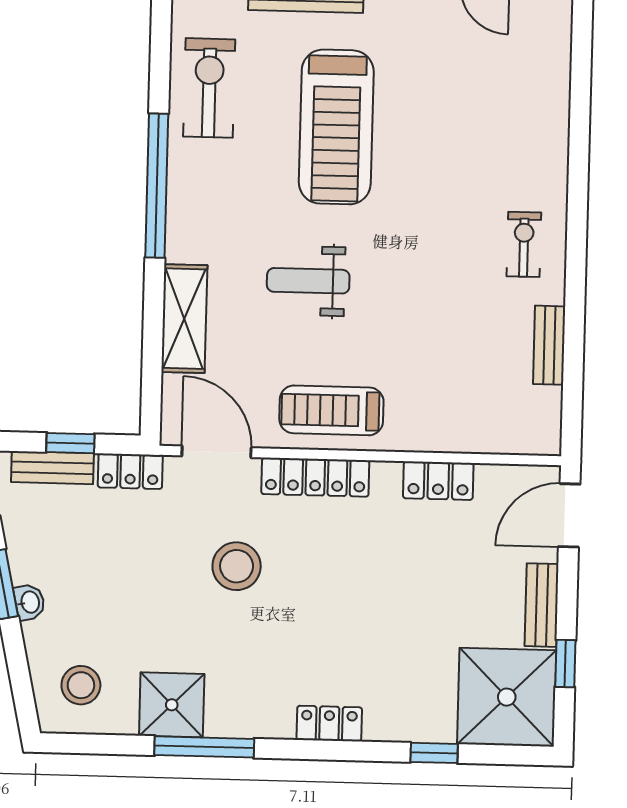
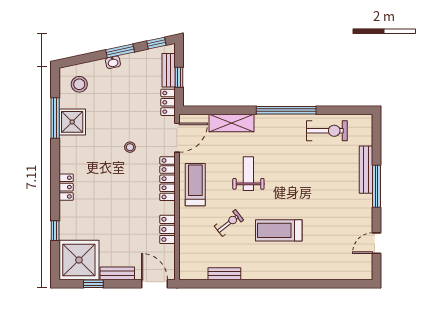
treadmill: (336, 127) -> (279, 230), moved, width x0.73, depth x0.73
exercise bike: (524, 244) -> (229, 223), moved, turned -38
stool: (237, 566) -> (130, 147), width x0.53, depth x0.53
window: (204, 747) -> (55, 118), moved

